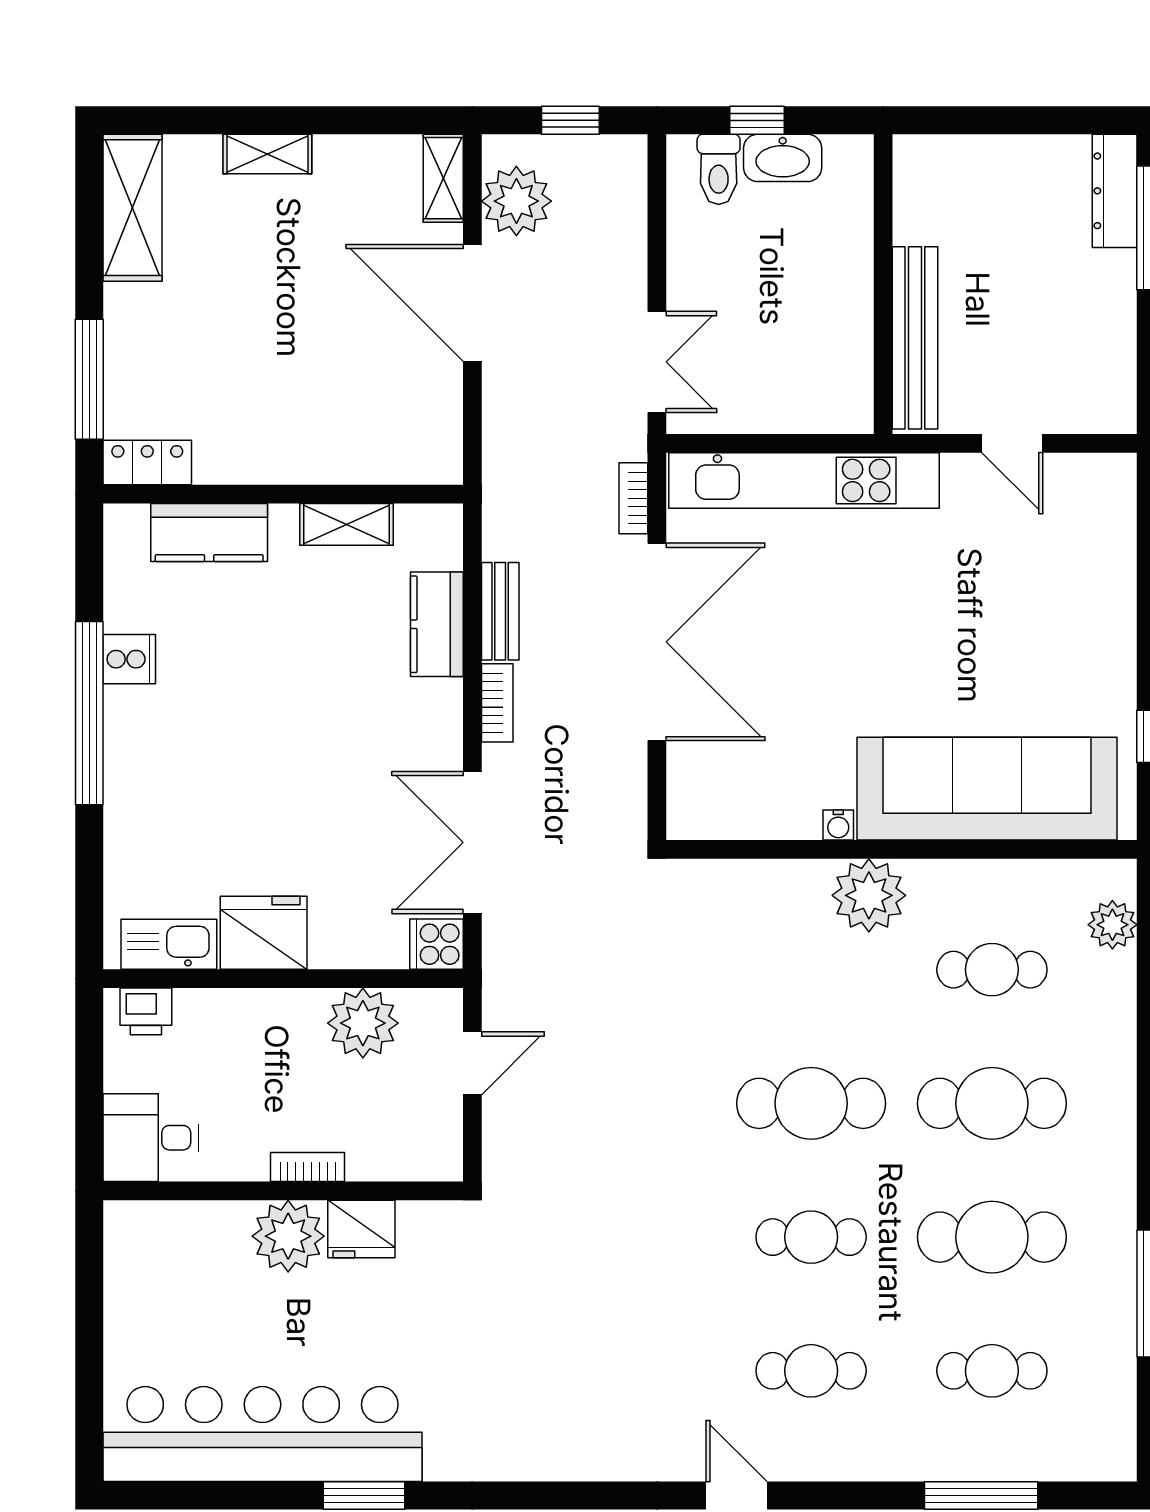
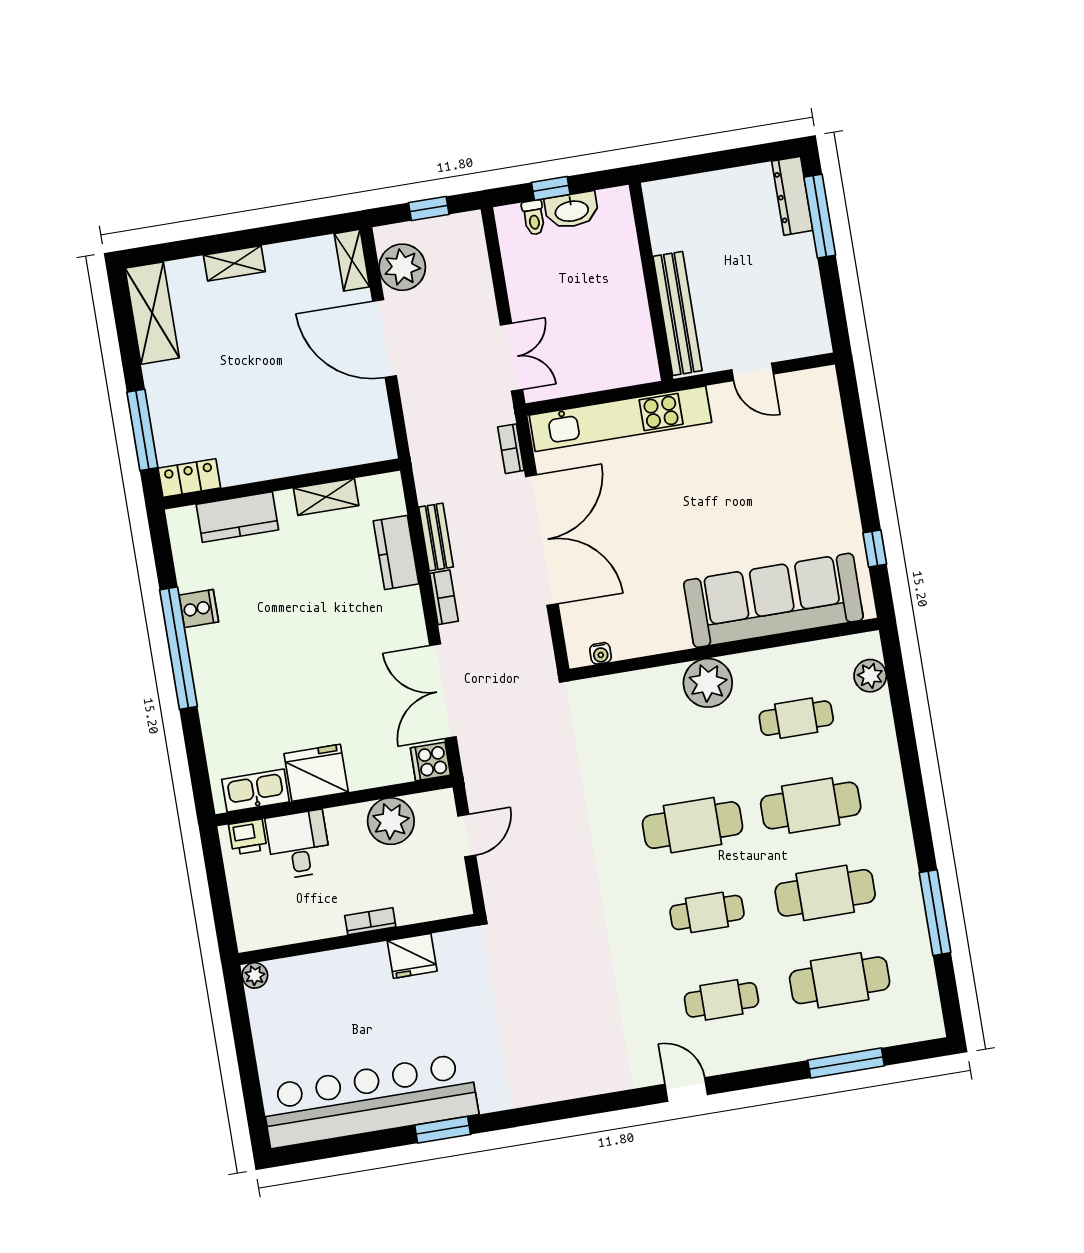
toilet: (719, 169) -> (534, 218), width x0.73, depth x0.72
water cooler: (838, 825) -> (600, 653), moved
desk: (151, 1138) -> (298, 845), moved, turned 90
plant: (288, 1236) -> (255, 975), moved, width x0.53, depth x0.53
cafe table: (992, 1371) -> (840, 980), width x1.37, depth x1.35

